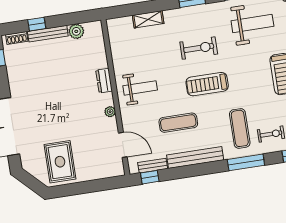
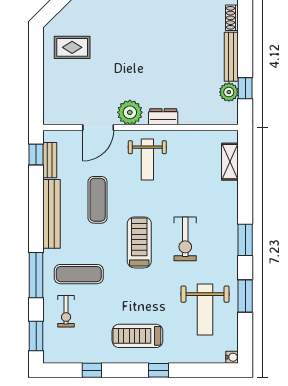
shelving: (148, 19) -> (230, 162), moved
window: (37, 24) -> (245, 88), moved
plant: (110, 112) -> (130, 112), width x1.88, depth x1.88
door: (123, 145) -> (98, 128), moved
rug: (60, 162) -> (72, 47), width x0.73, depth x0.70

